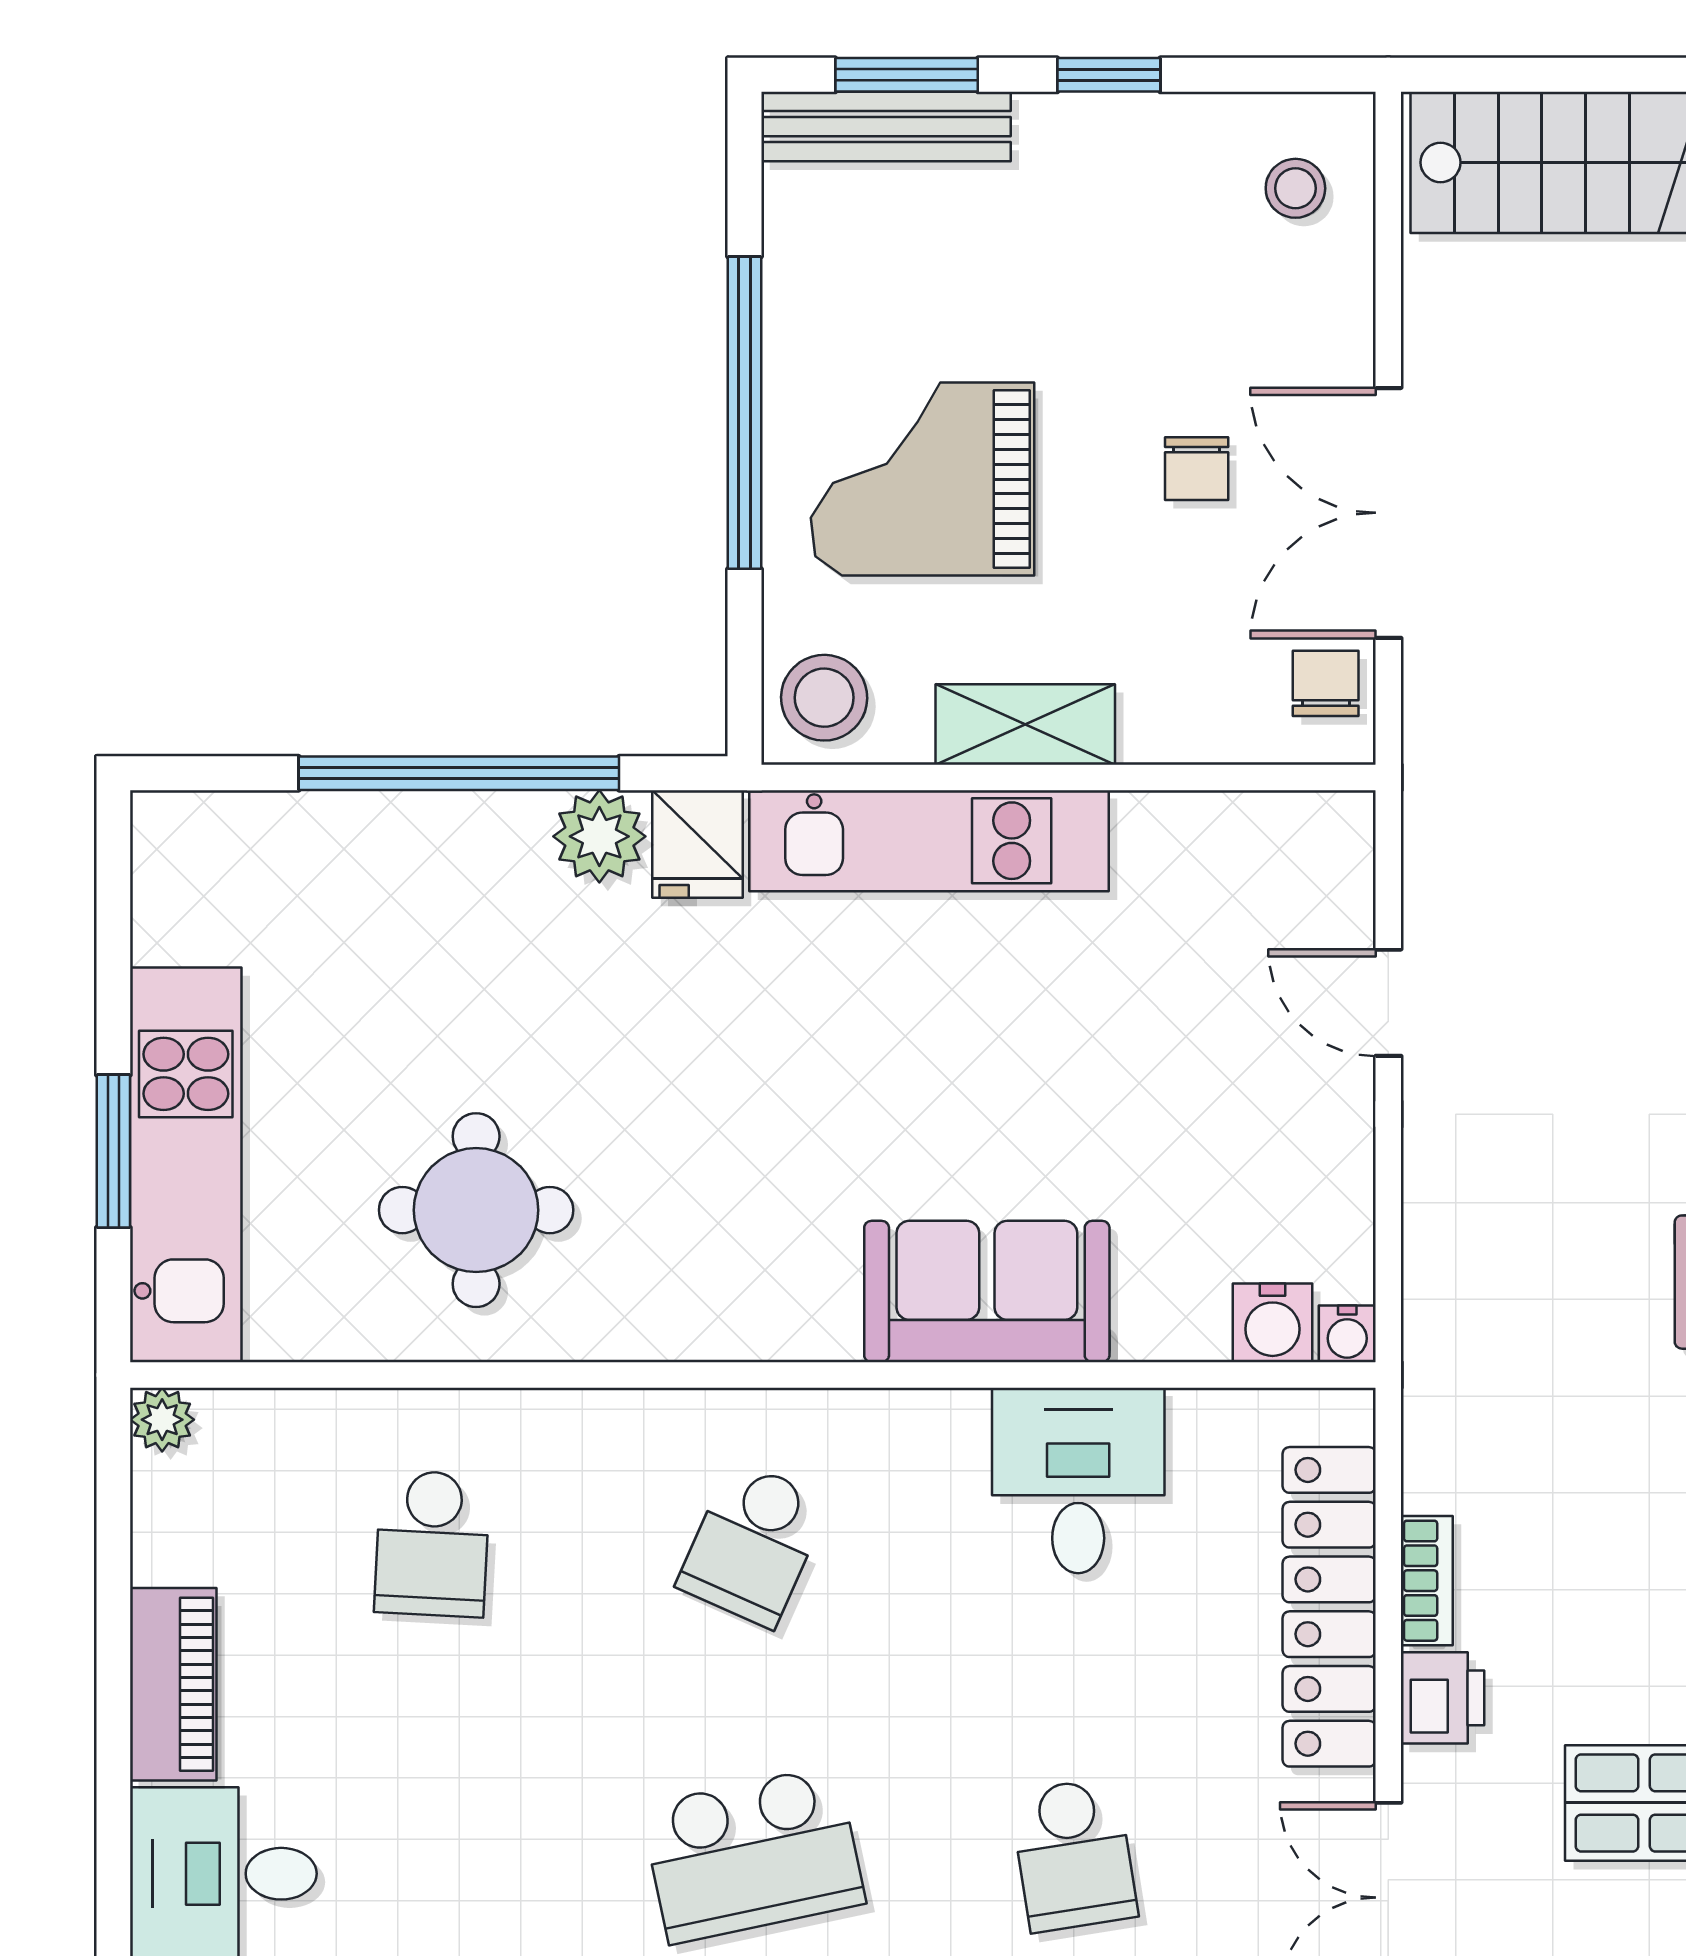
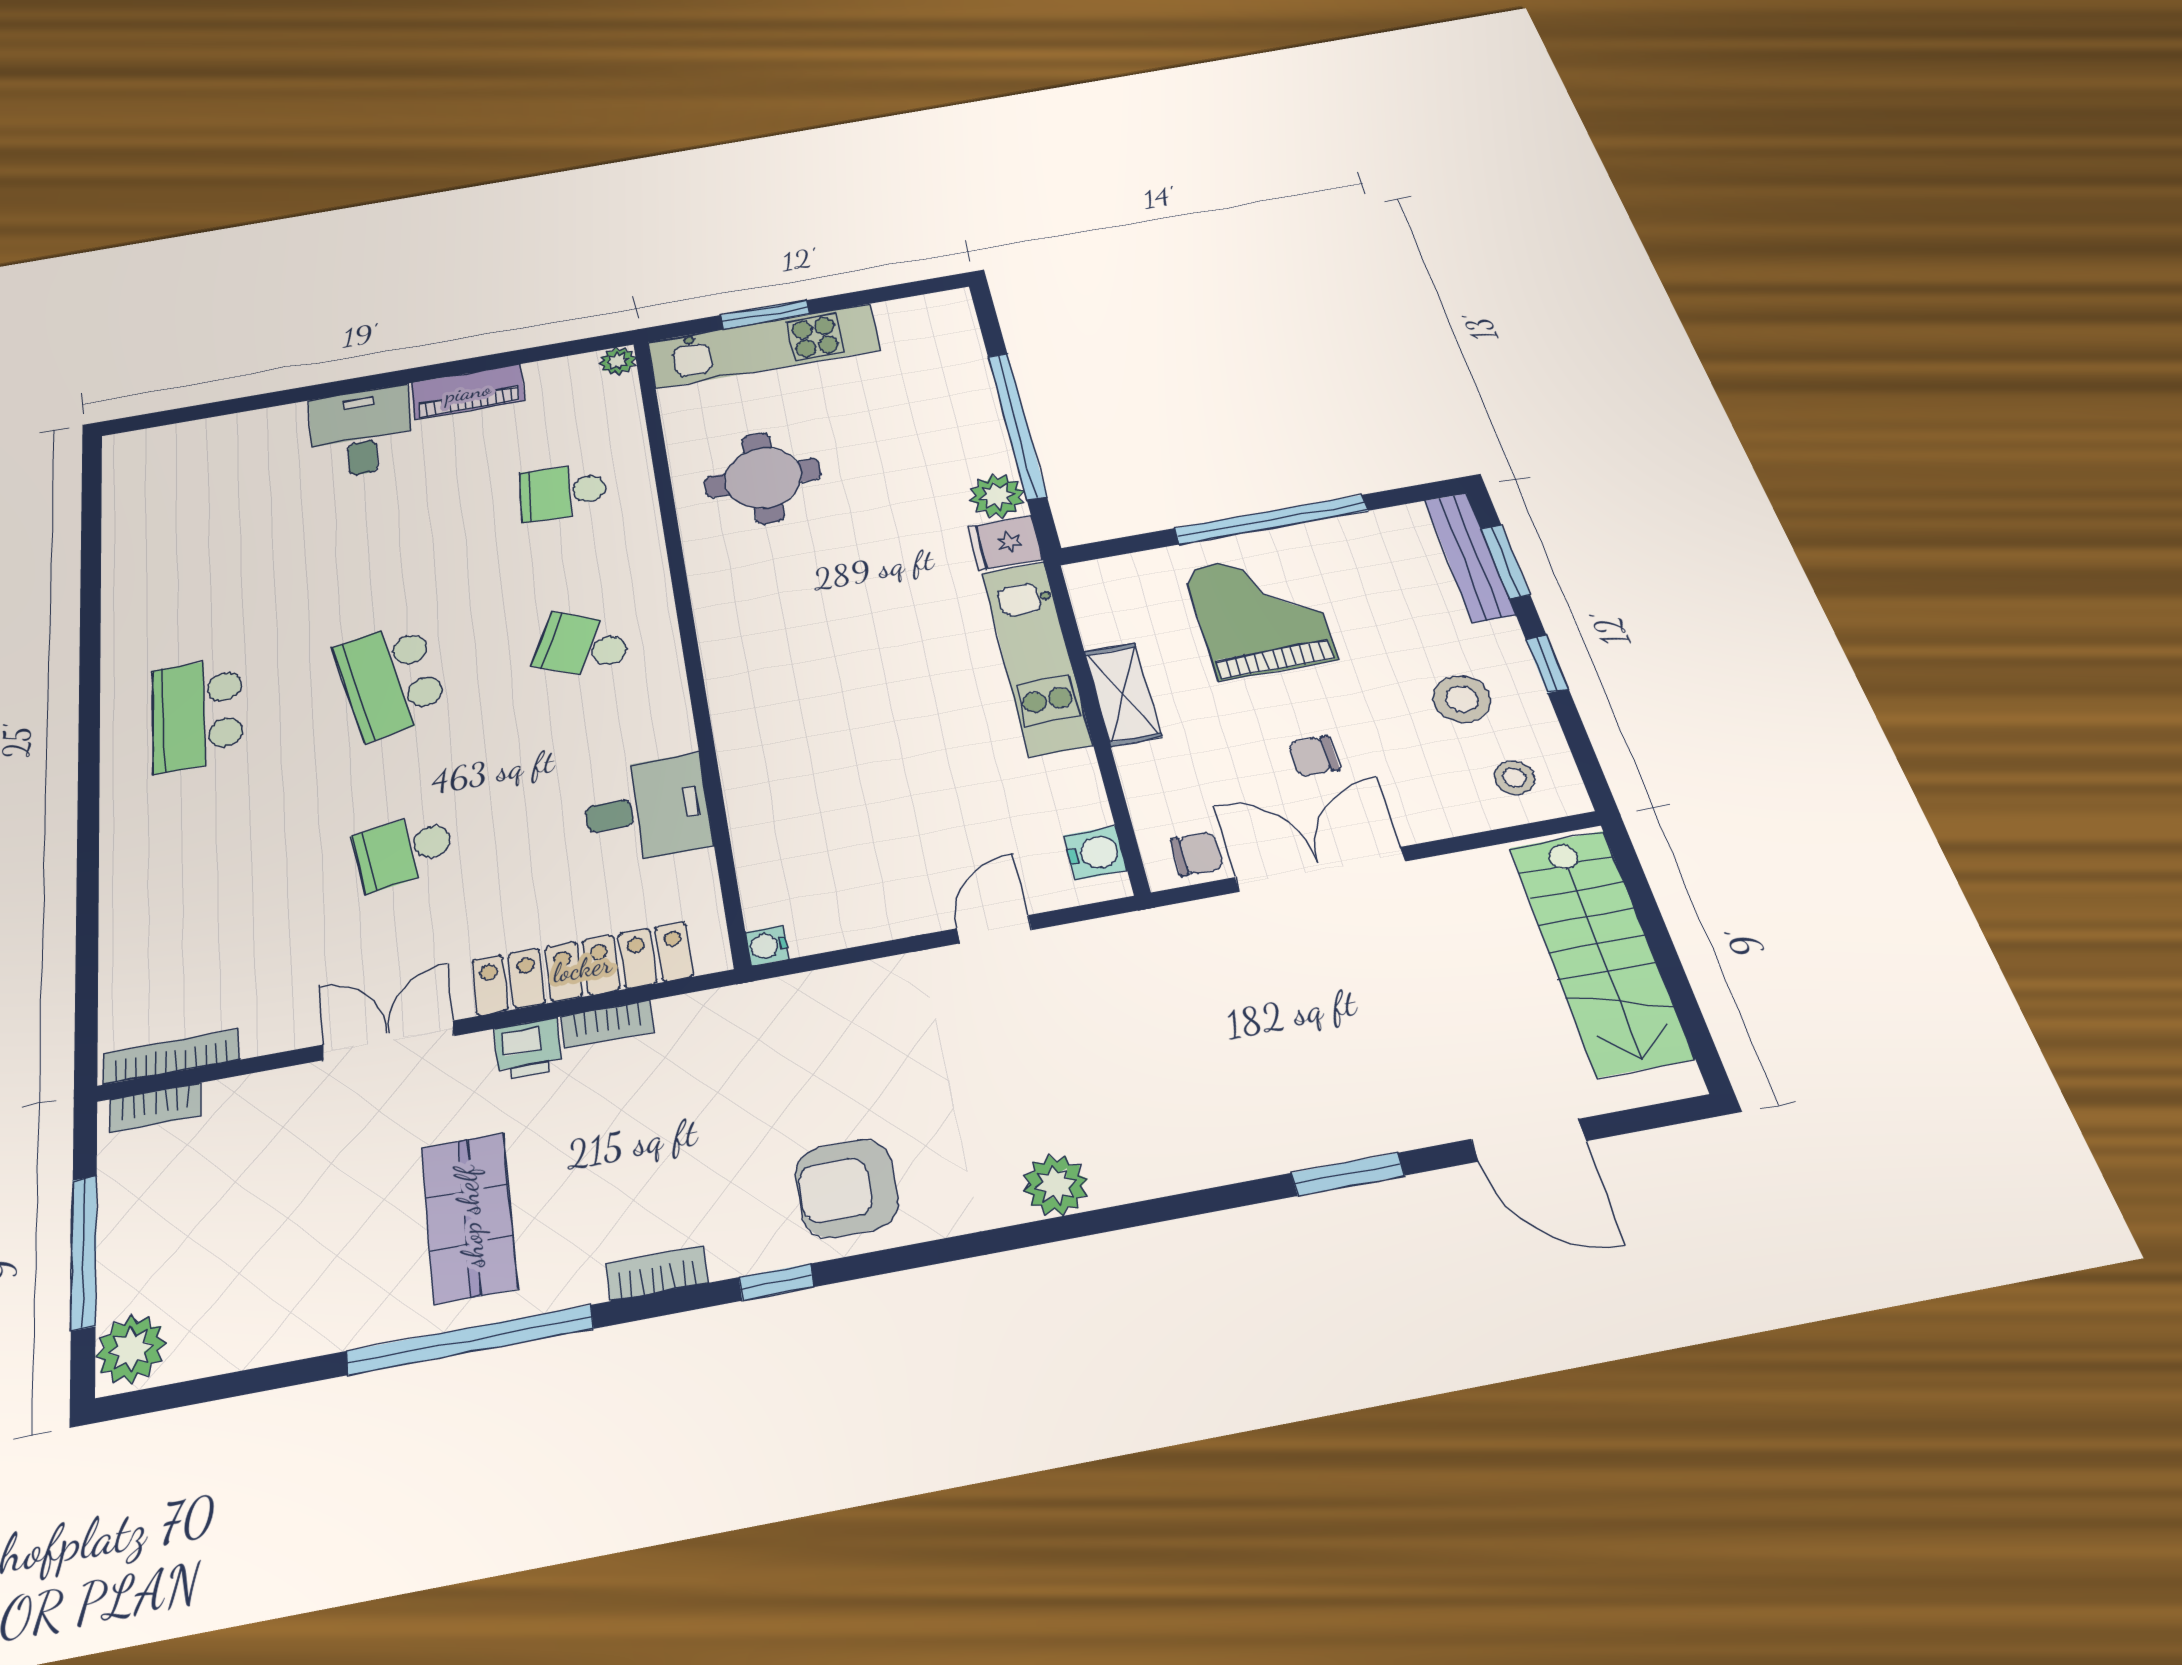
stool: (824, 698) -> (1462, 699), moved
sofa: (987, 1292) -> (760, 738), removed
water cooler: (1272, 1323) -> (1095, 853), moved, turned 180

